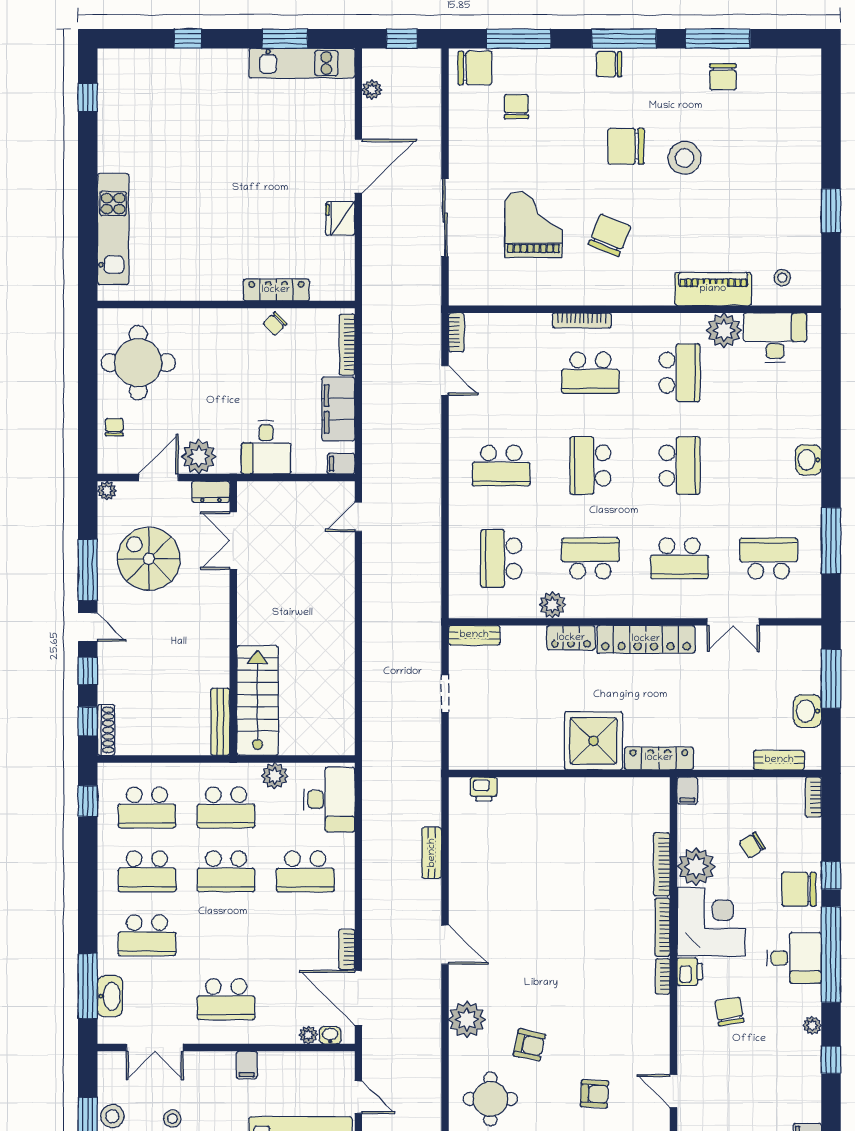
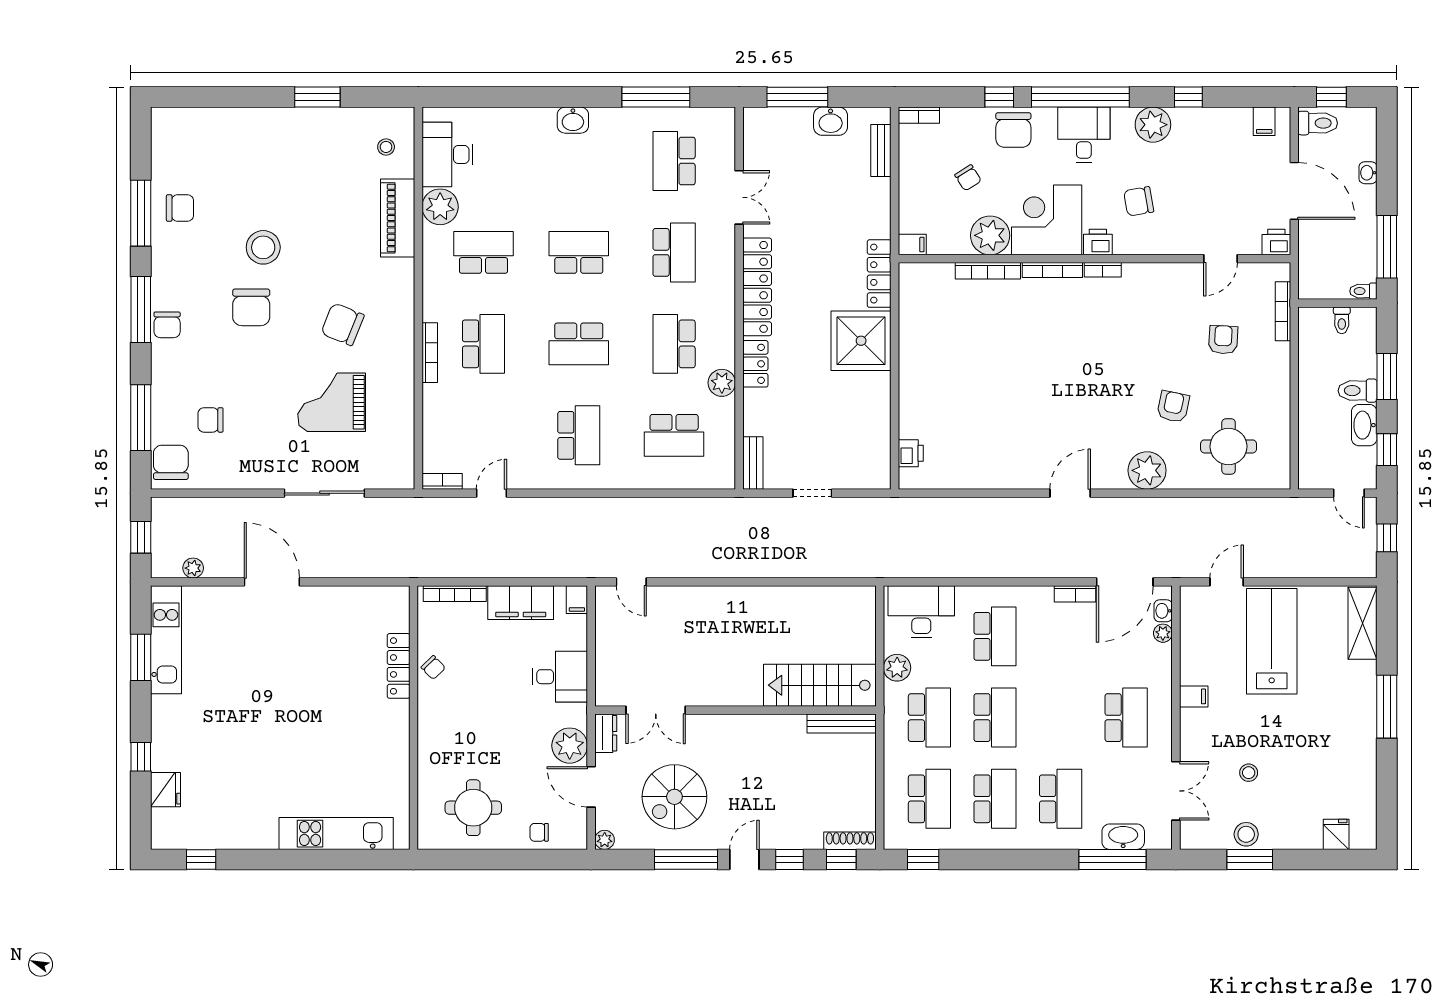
fridge: (340, 219) -> (166, 790), moved, turned -90
round table: (138, 363) -> (473, 808), width x0.73, depth x0.73
bench: (432, 853) -> (976, 507), removed
plant: (812, 1025) -> (1153, 125), width x1.87, depth x1.87

